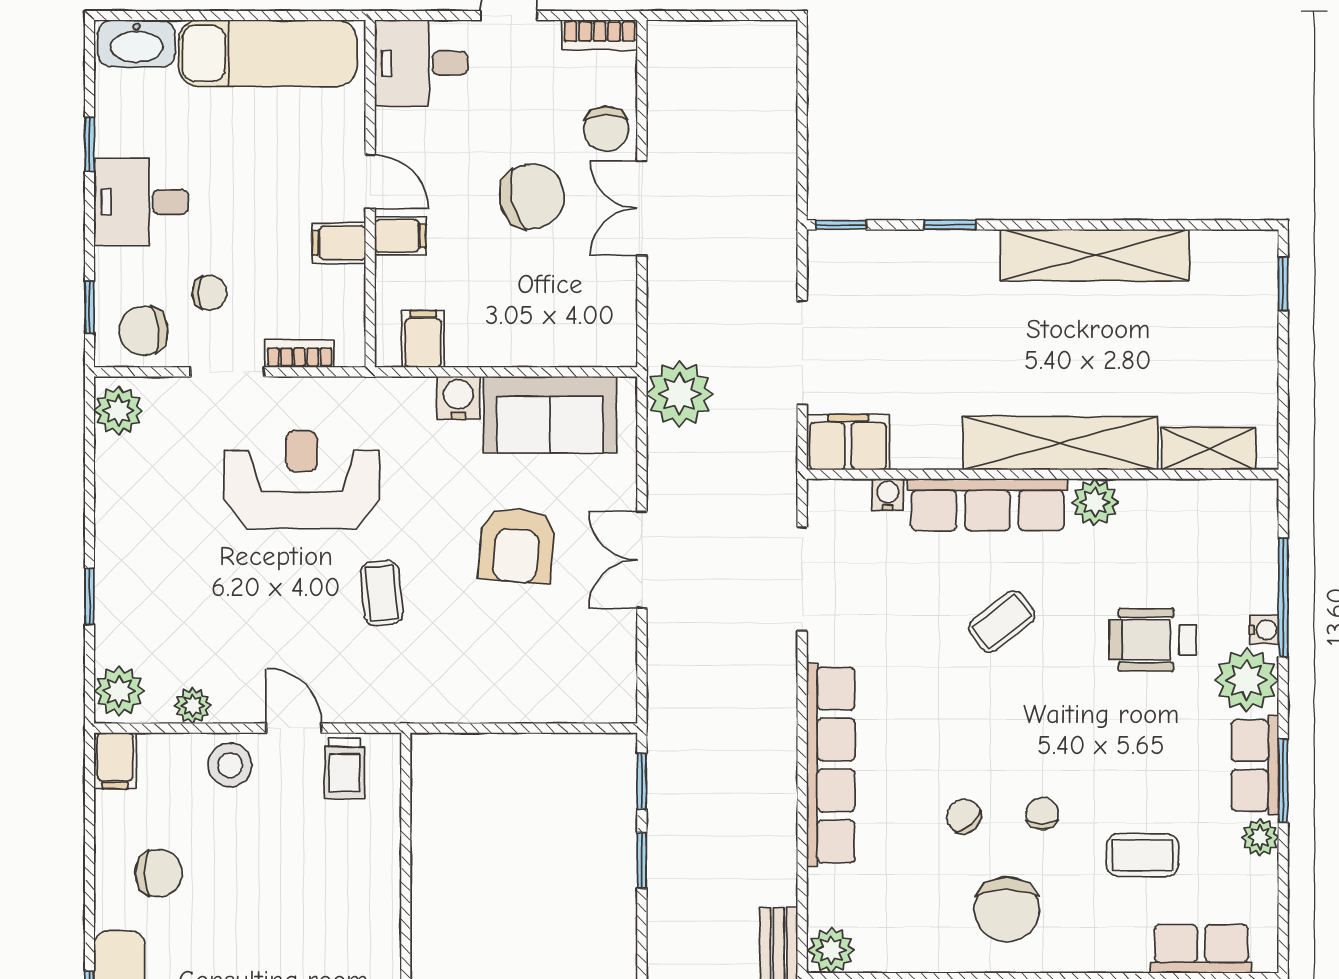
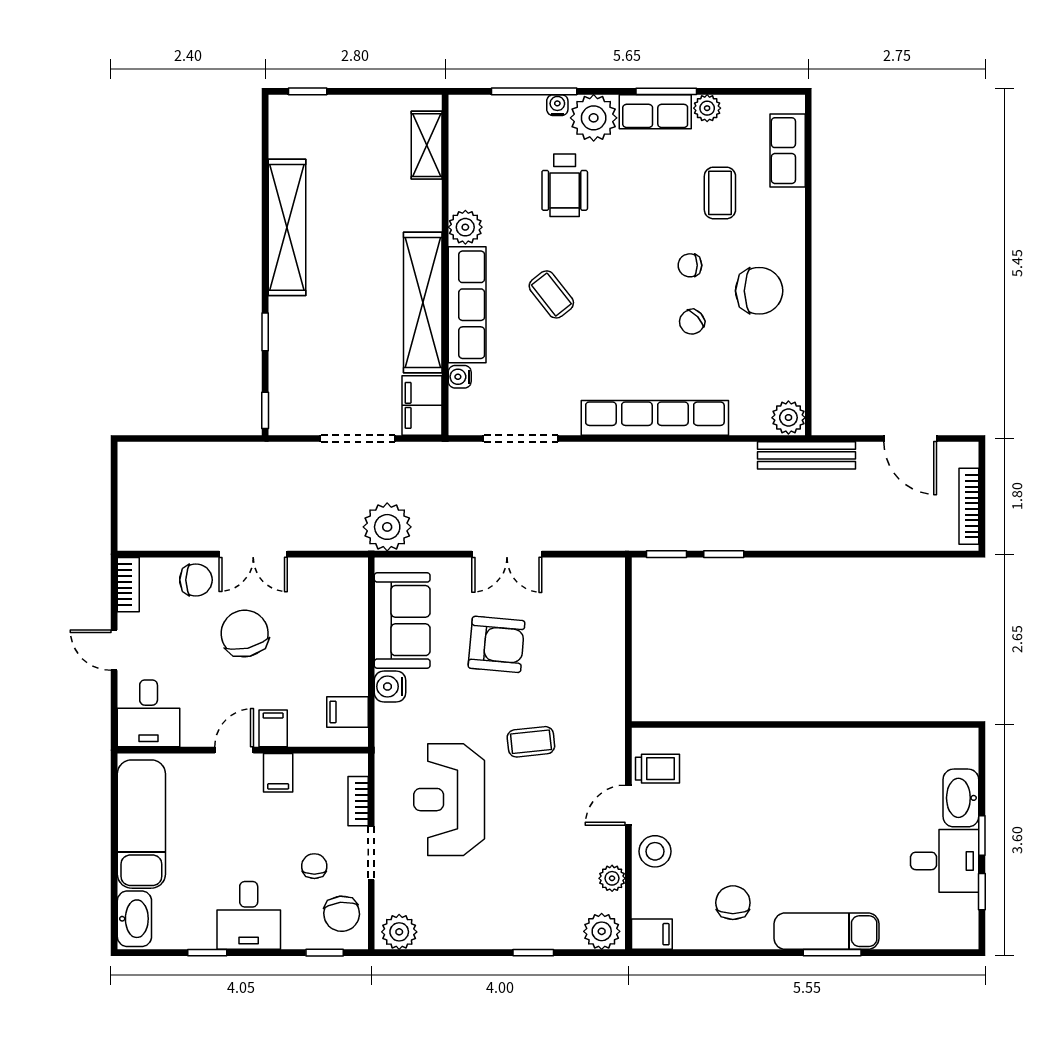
shelving: (1060, 443) -> (423, 302), moved

